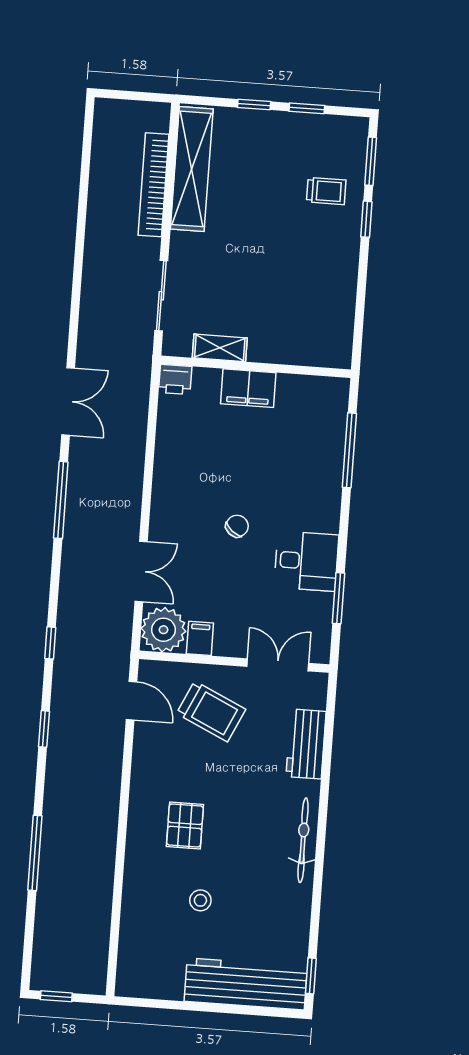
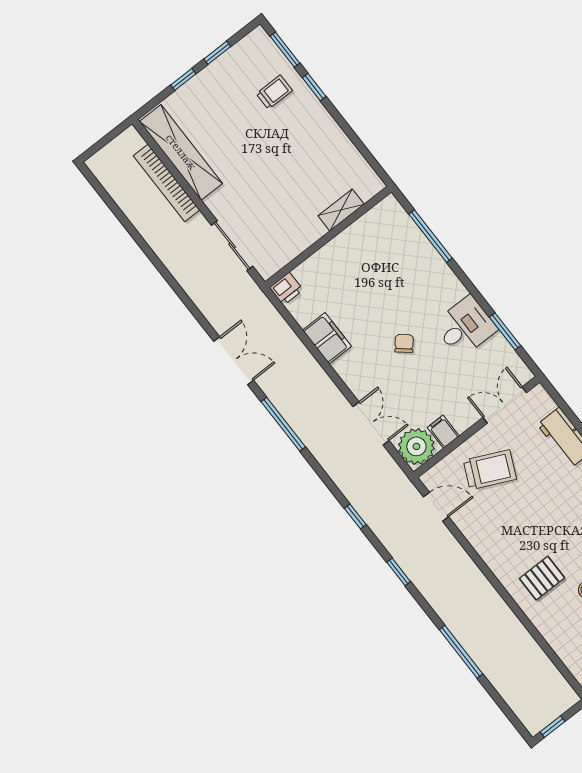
shelving: (220, 348) -> (341, 210), moved
filing cabinet: (248, 388) -> (327, 338), moved, turned -90
pallet: (185, 825) -> (542, 578), moved, turned 90

